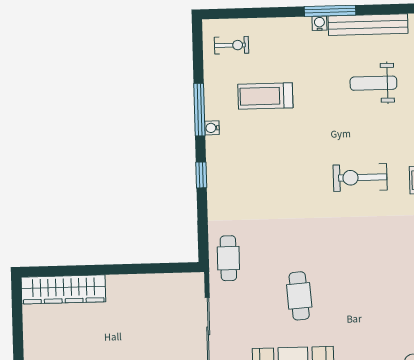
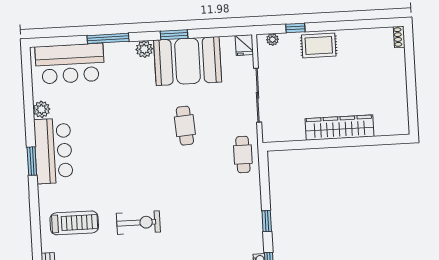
wardrobe: (63, 289) -> (339, 128), moved

